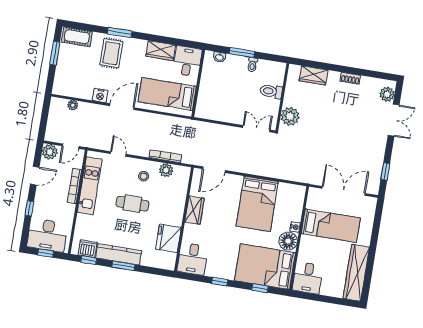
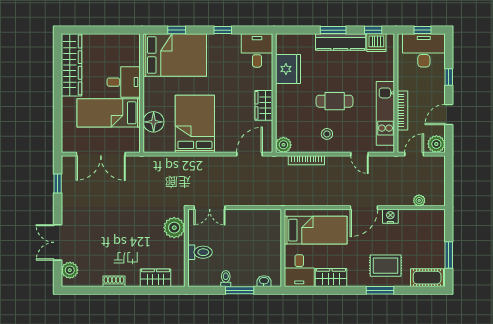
rug: (111, 53) -> (386, 266), turned 90
plant: (166, 170) -> (283, 145), moved
nightstand: (295, 227) -> (148, 105), removed
floor lamp: (288, 241) -> (154, 122), moved
desk: (308, 278) -> (124, 82), moved, turned 90

